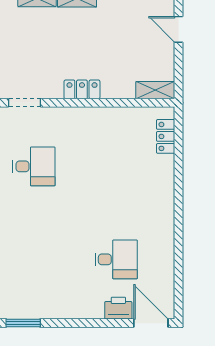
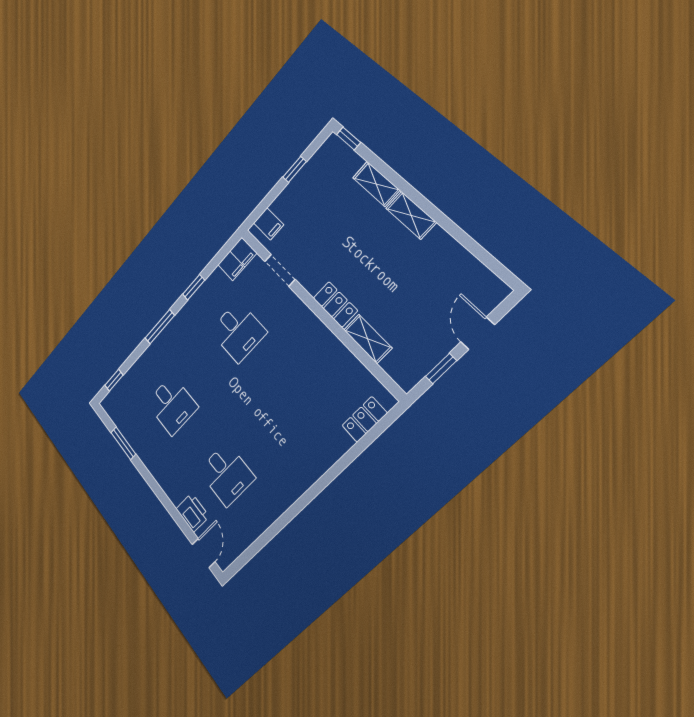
window: (178, 66) -> (441, 369), added
shelving: (155, 90) -> (368, 339), moved
desk: (34, 259) -> (172, 405), added
door: (151, 323) -> (204, 553), width x0.73

